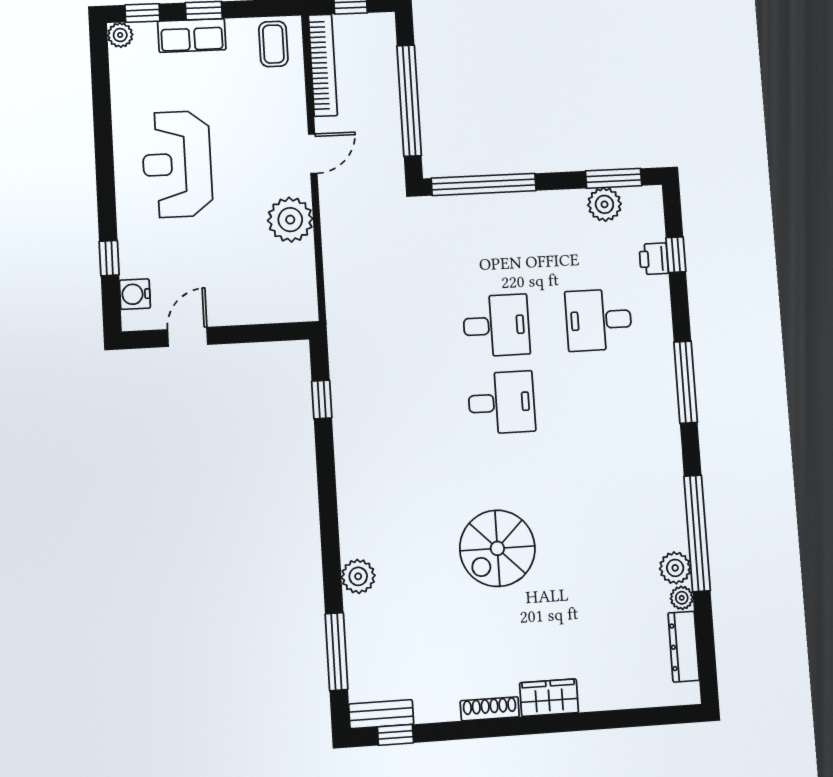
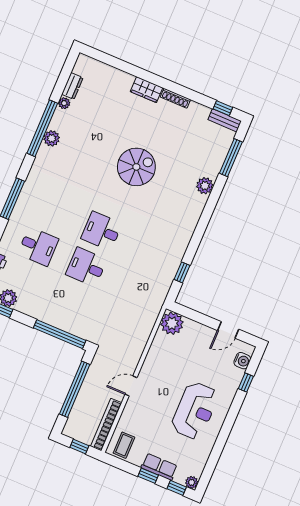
plant: (290, 220) -> (172, 323), moved
plant: (675, 568) -> (52, 138), moved
dresser: (684, 647) -> (72, 86), width x0.70

